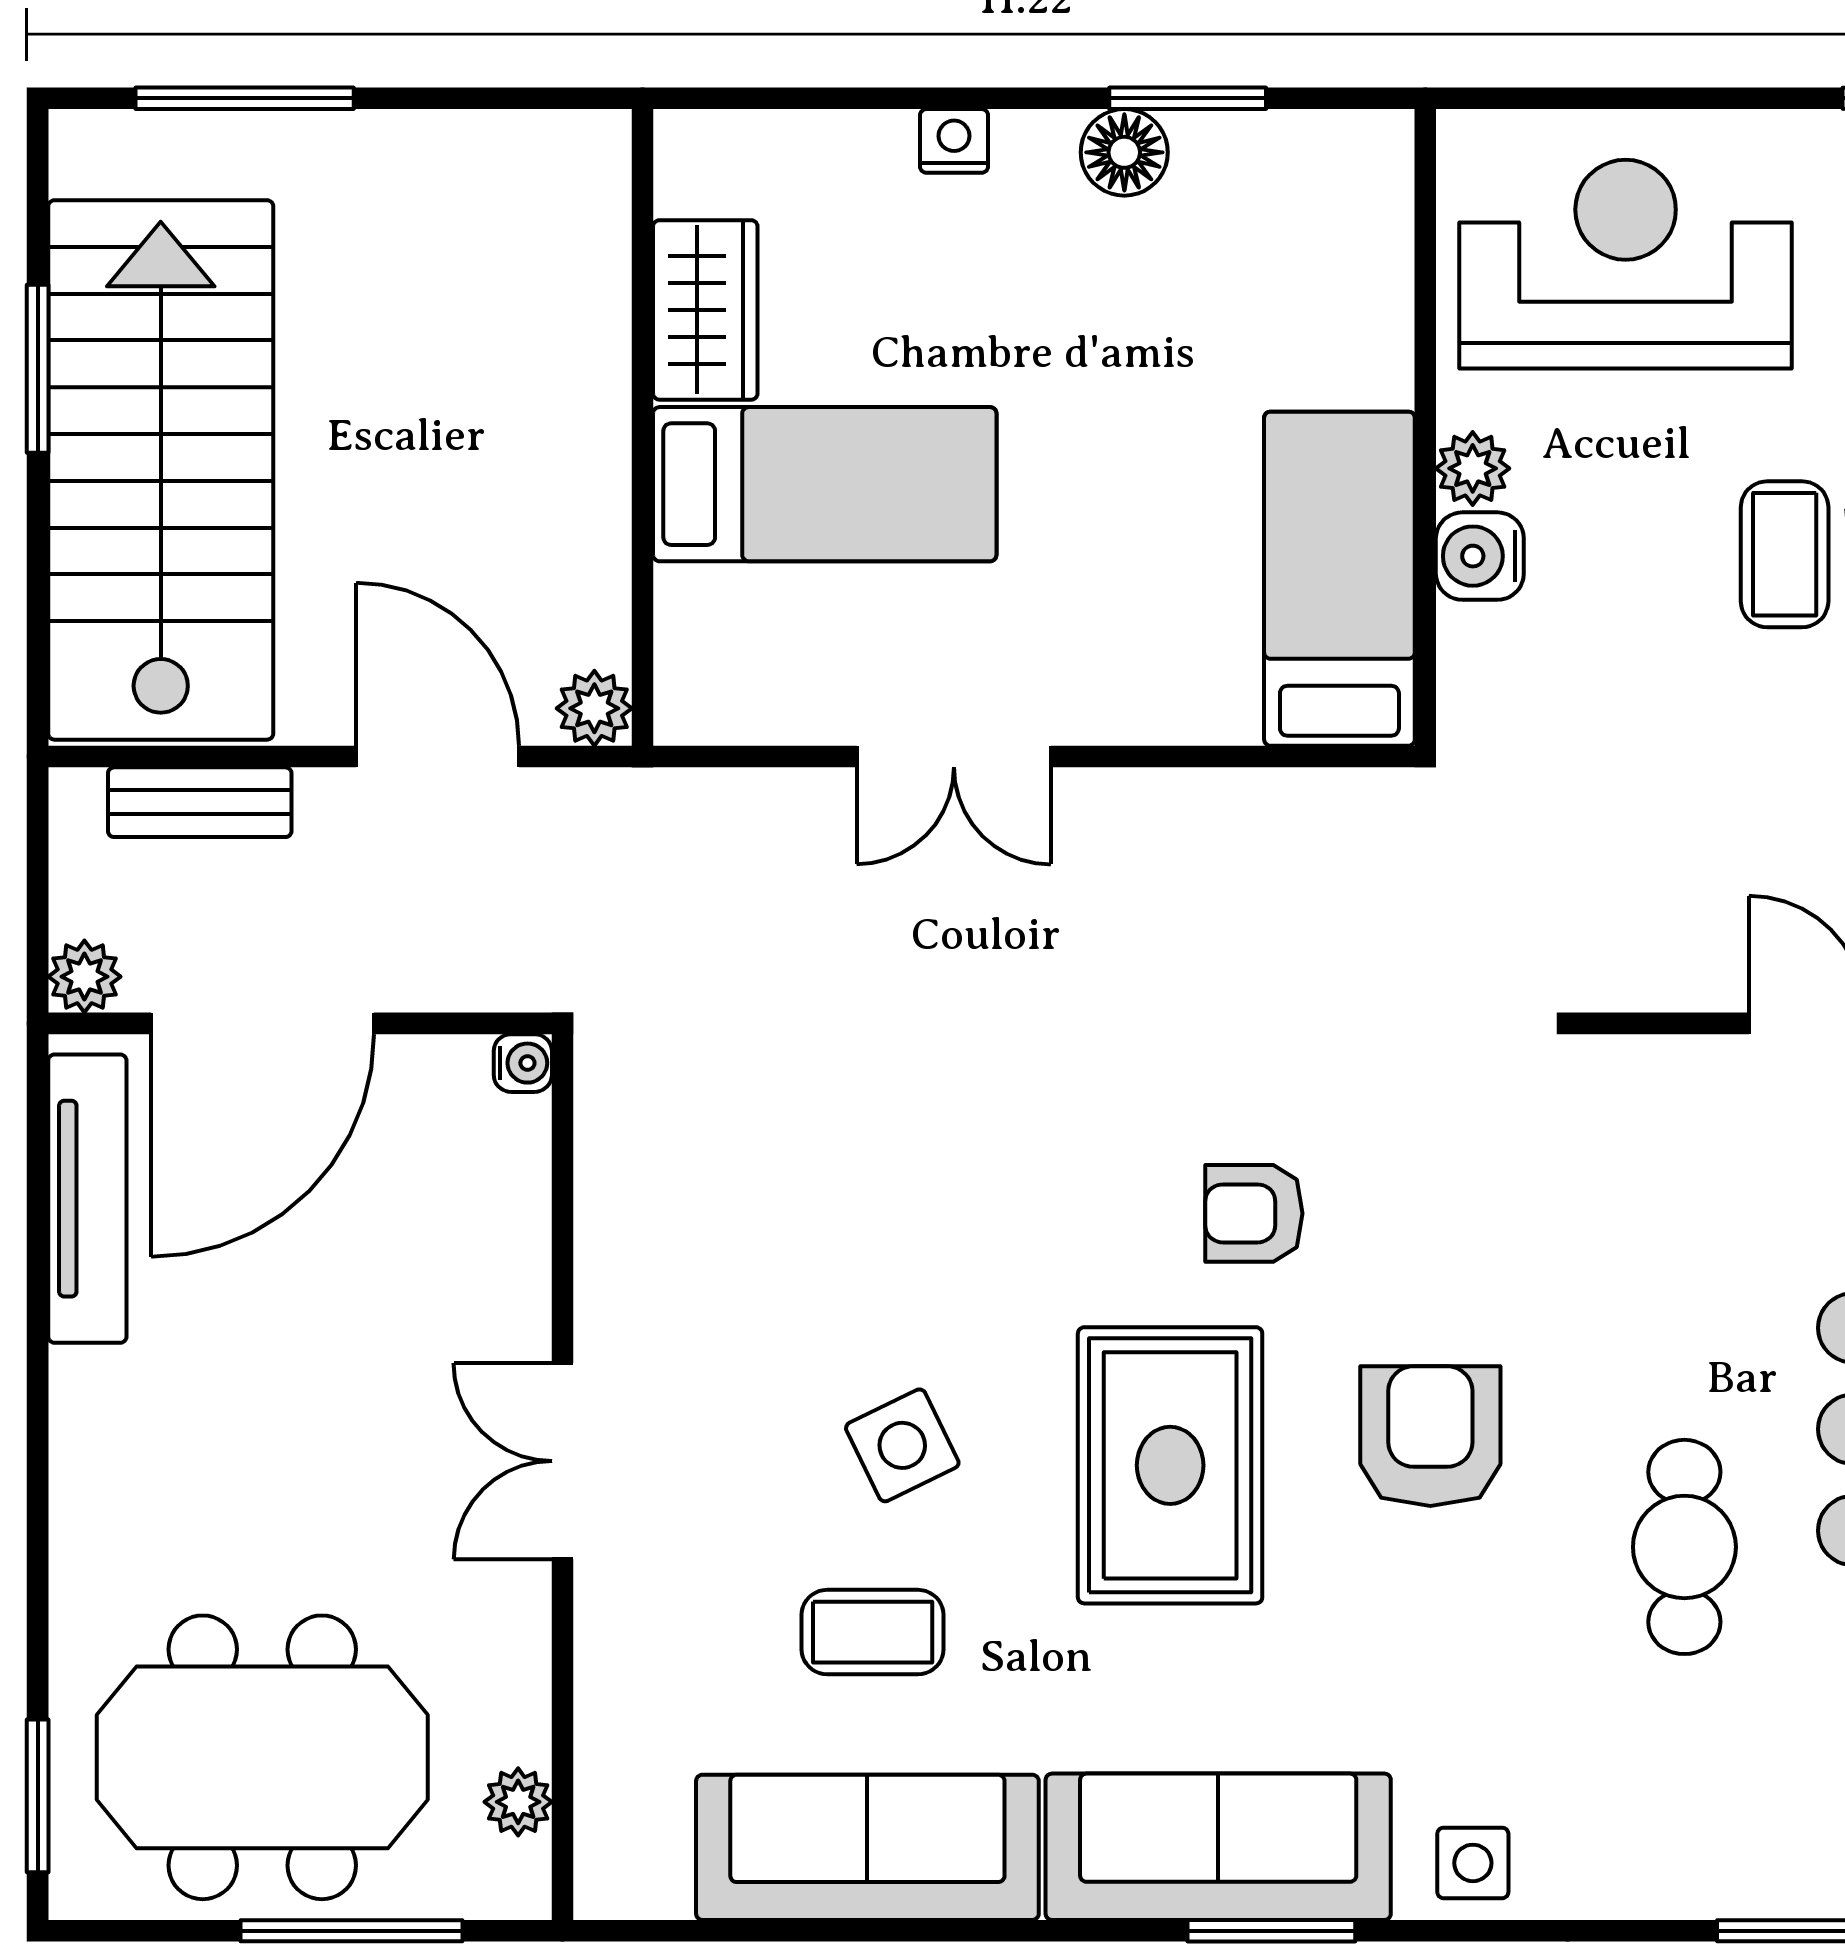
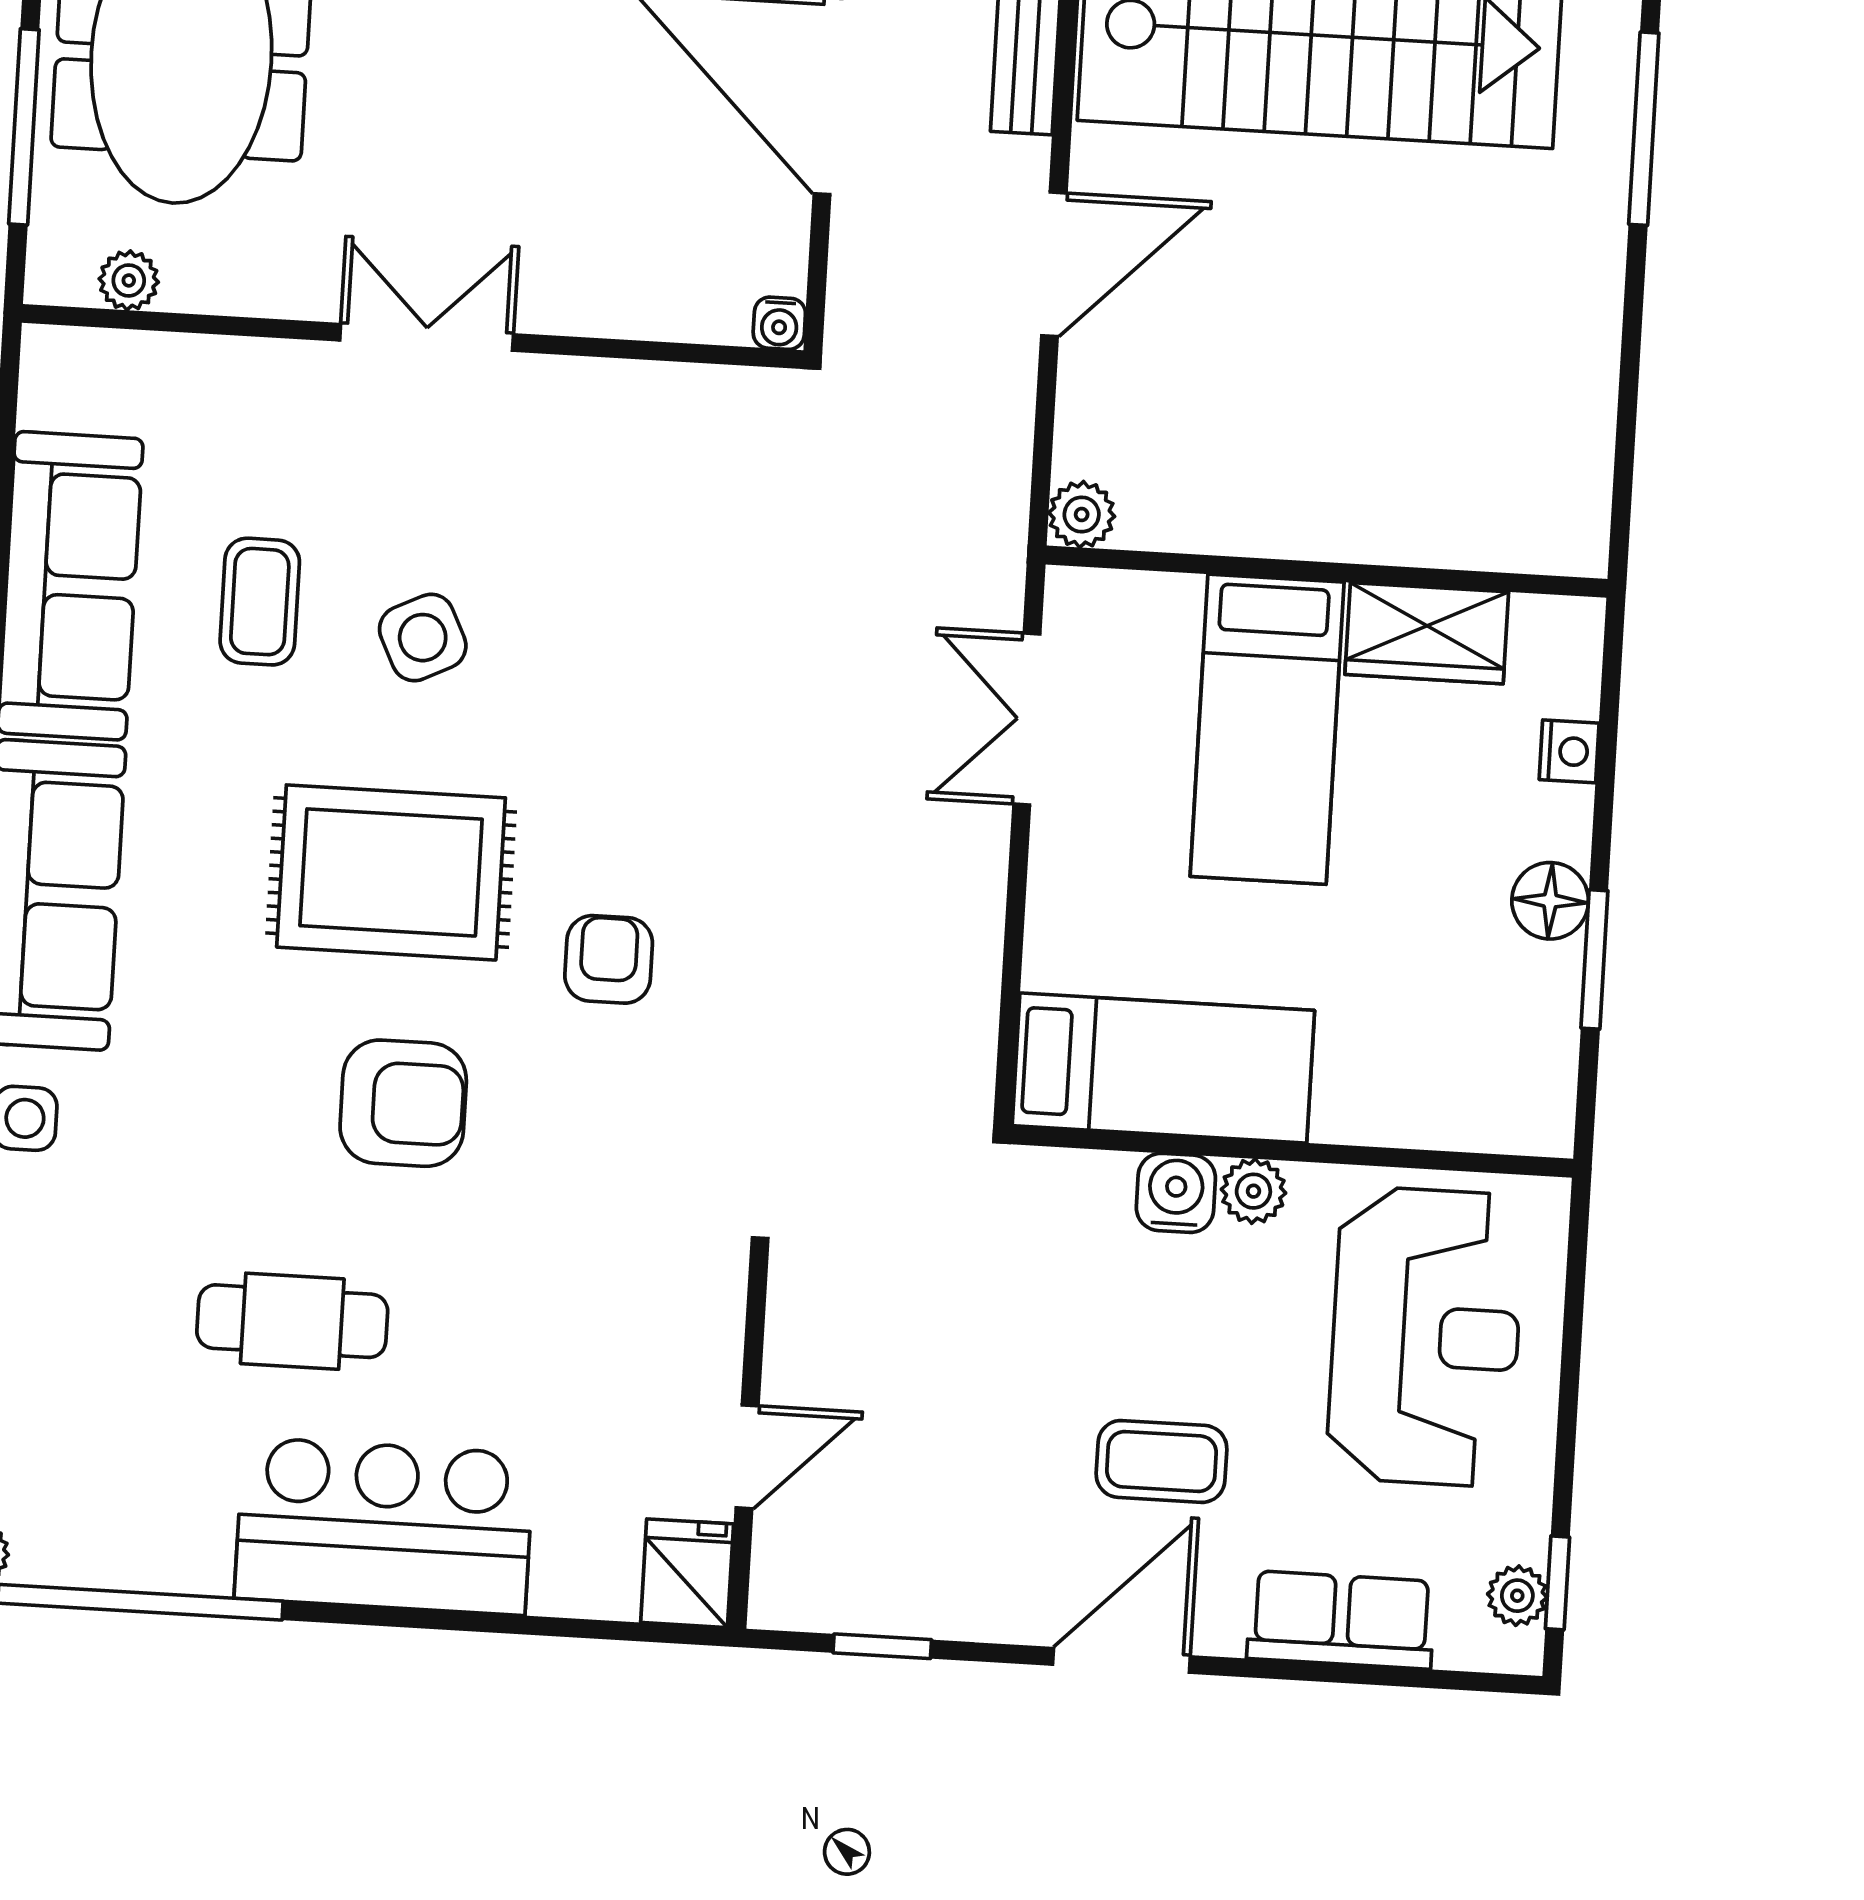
wardrobe: (705, 310) -> (1427, 633), moved
wall: (643, 427) -> (1327, 572), moved
bed: (825, 484) -> (1267, 729), moved
plant: (594, 708) -> (1082, 514), moved

